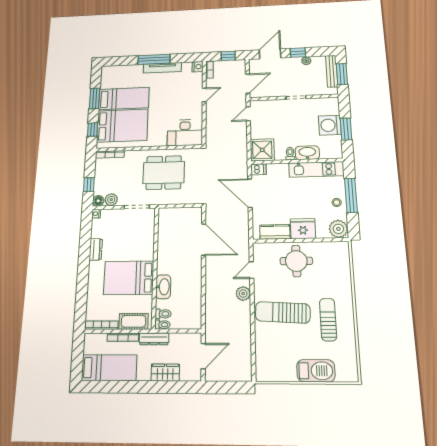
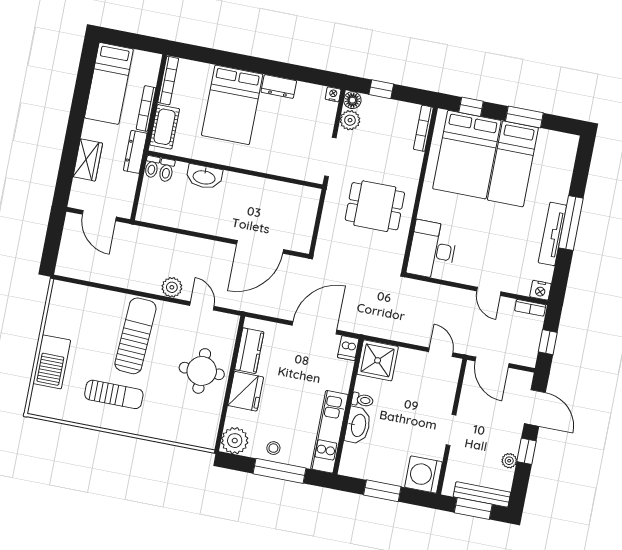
washing machine: (330, 125) -> (424, 475), moved, turned -90
dining table: (164, 173) -> (375, 206), width x0.73
bed: (129, 278) -> (232, 105), moved, turned 180

